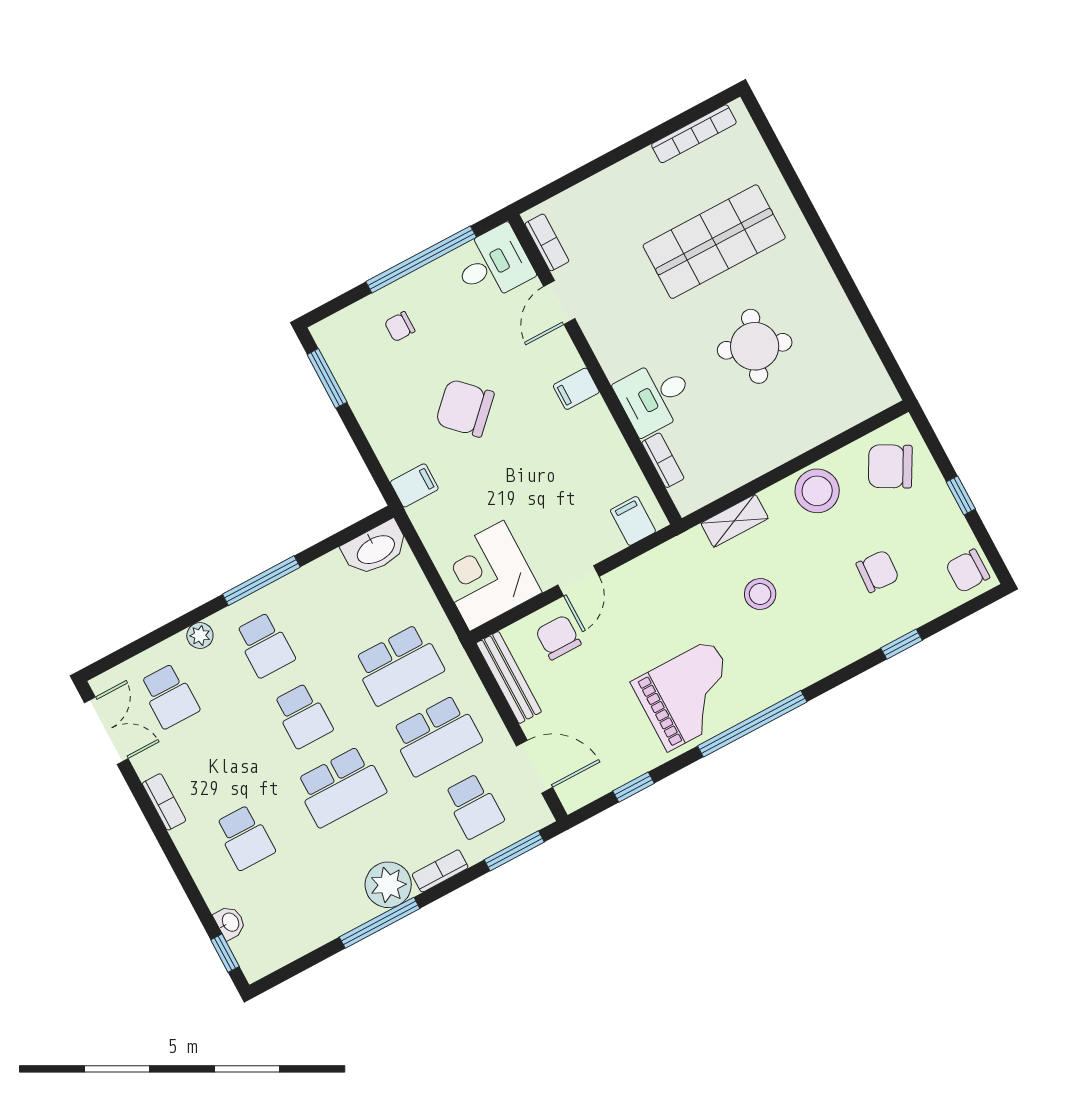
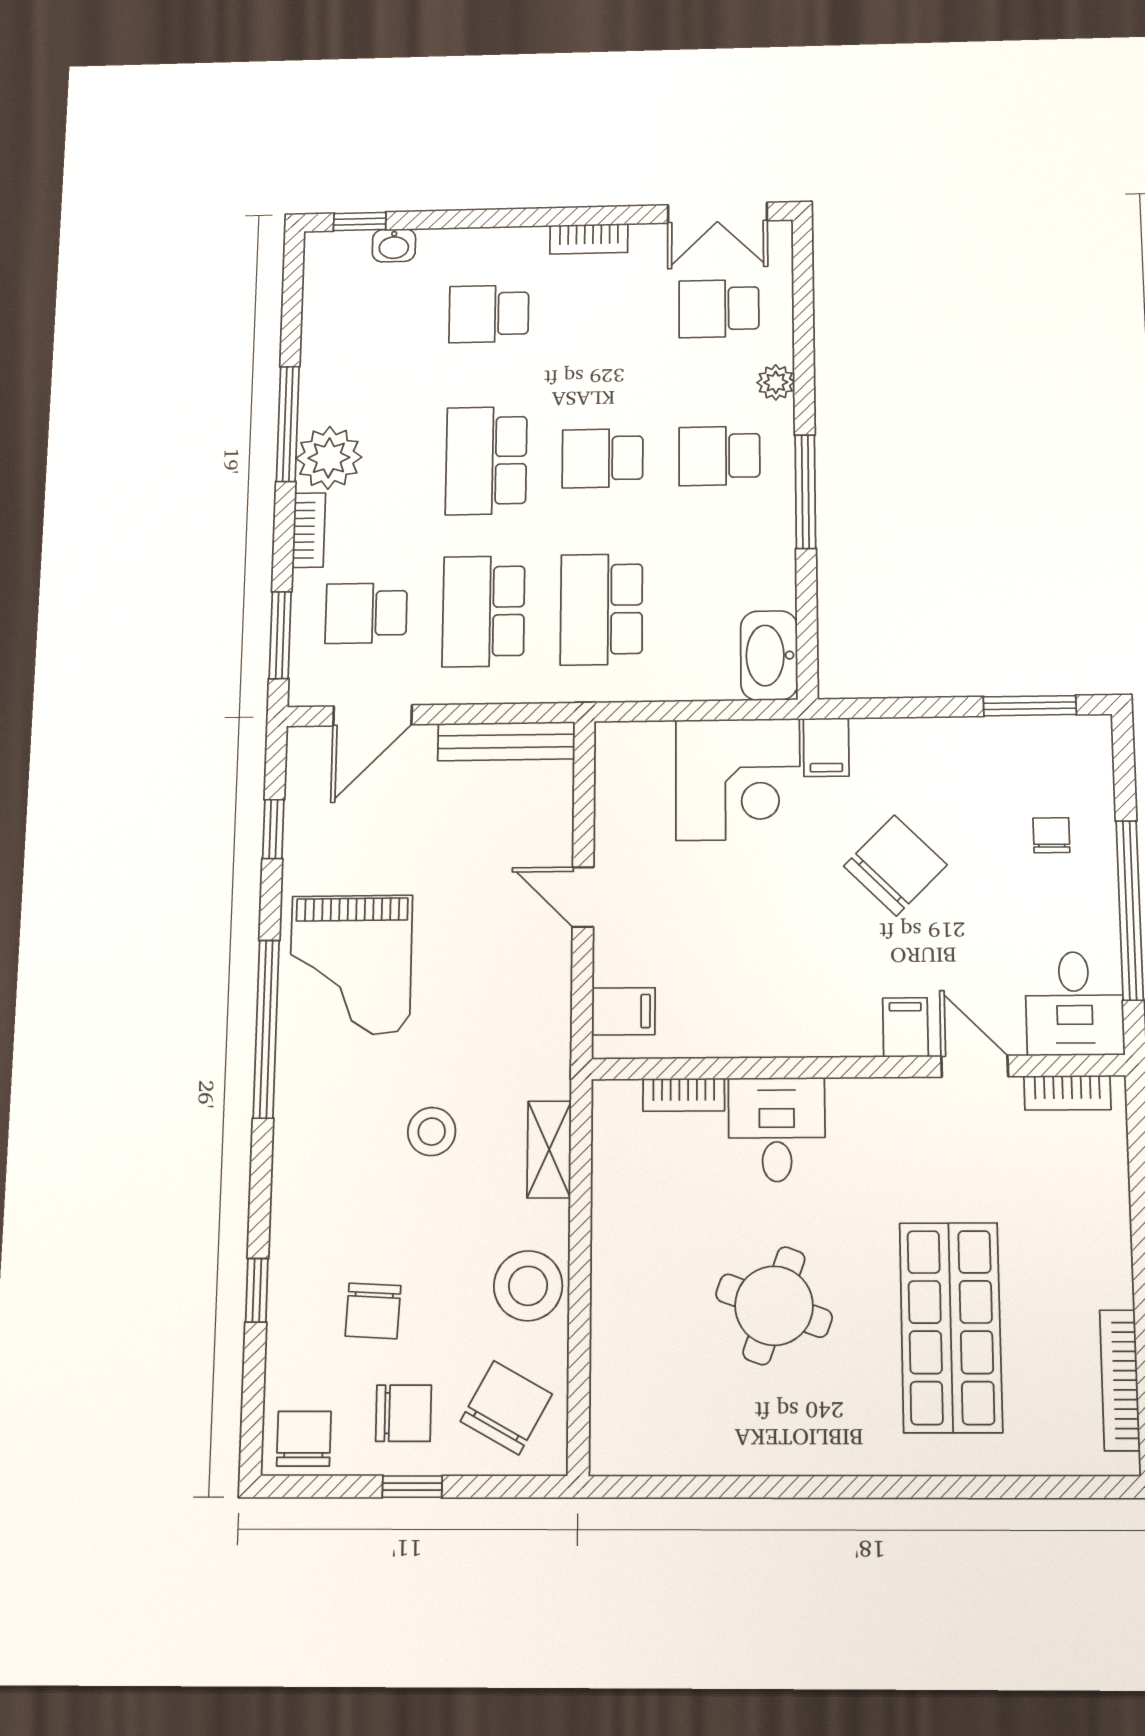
filing cabinet: (576, 389) -> (906, 1027), moved
corner desk: (487, 576) -> (738, 779), moved, turned 90
chair: (558, 637) -> (404, 1413), moved

